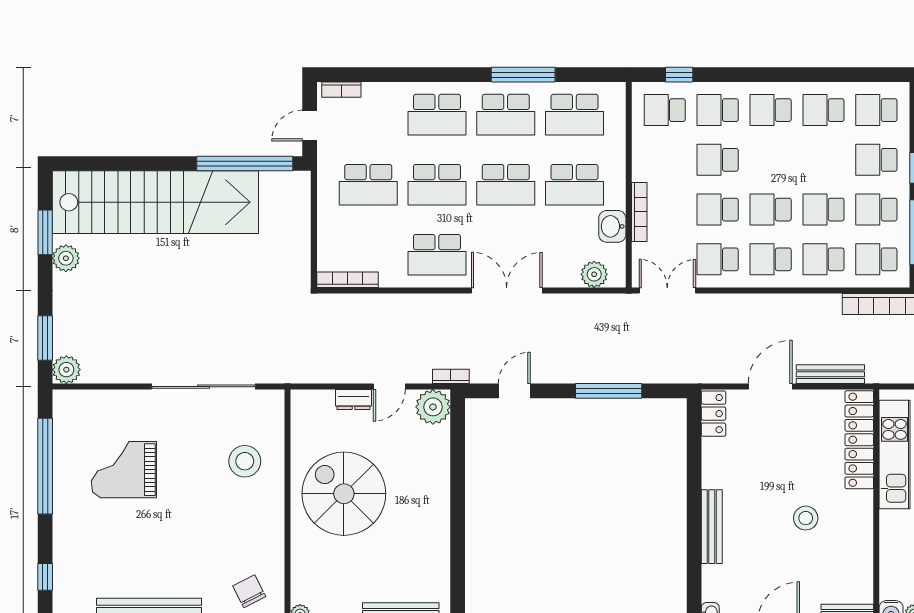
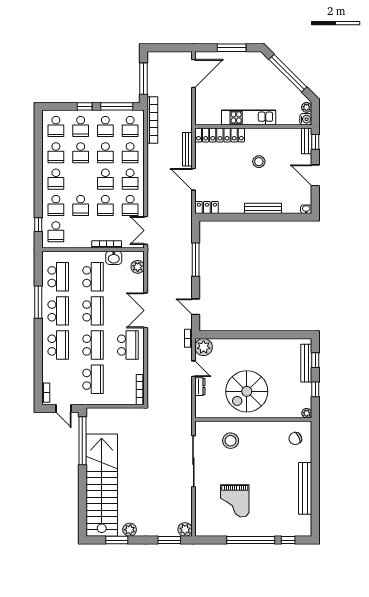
school desk: (824, 160) -> (81, 153), added
kitchen unit: (895, 455) -> (249, 117), moved
window: (45, 466) -> (251, 540), moved

